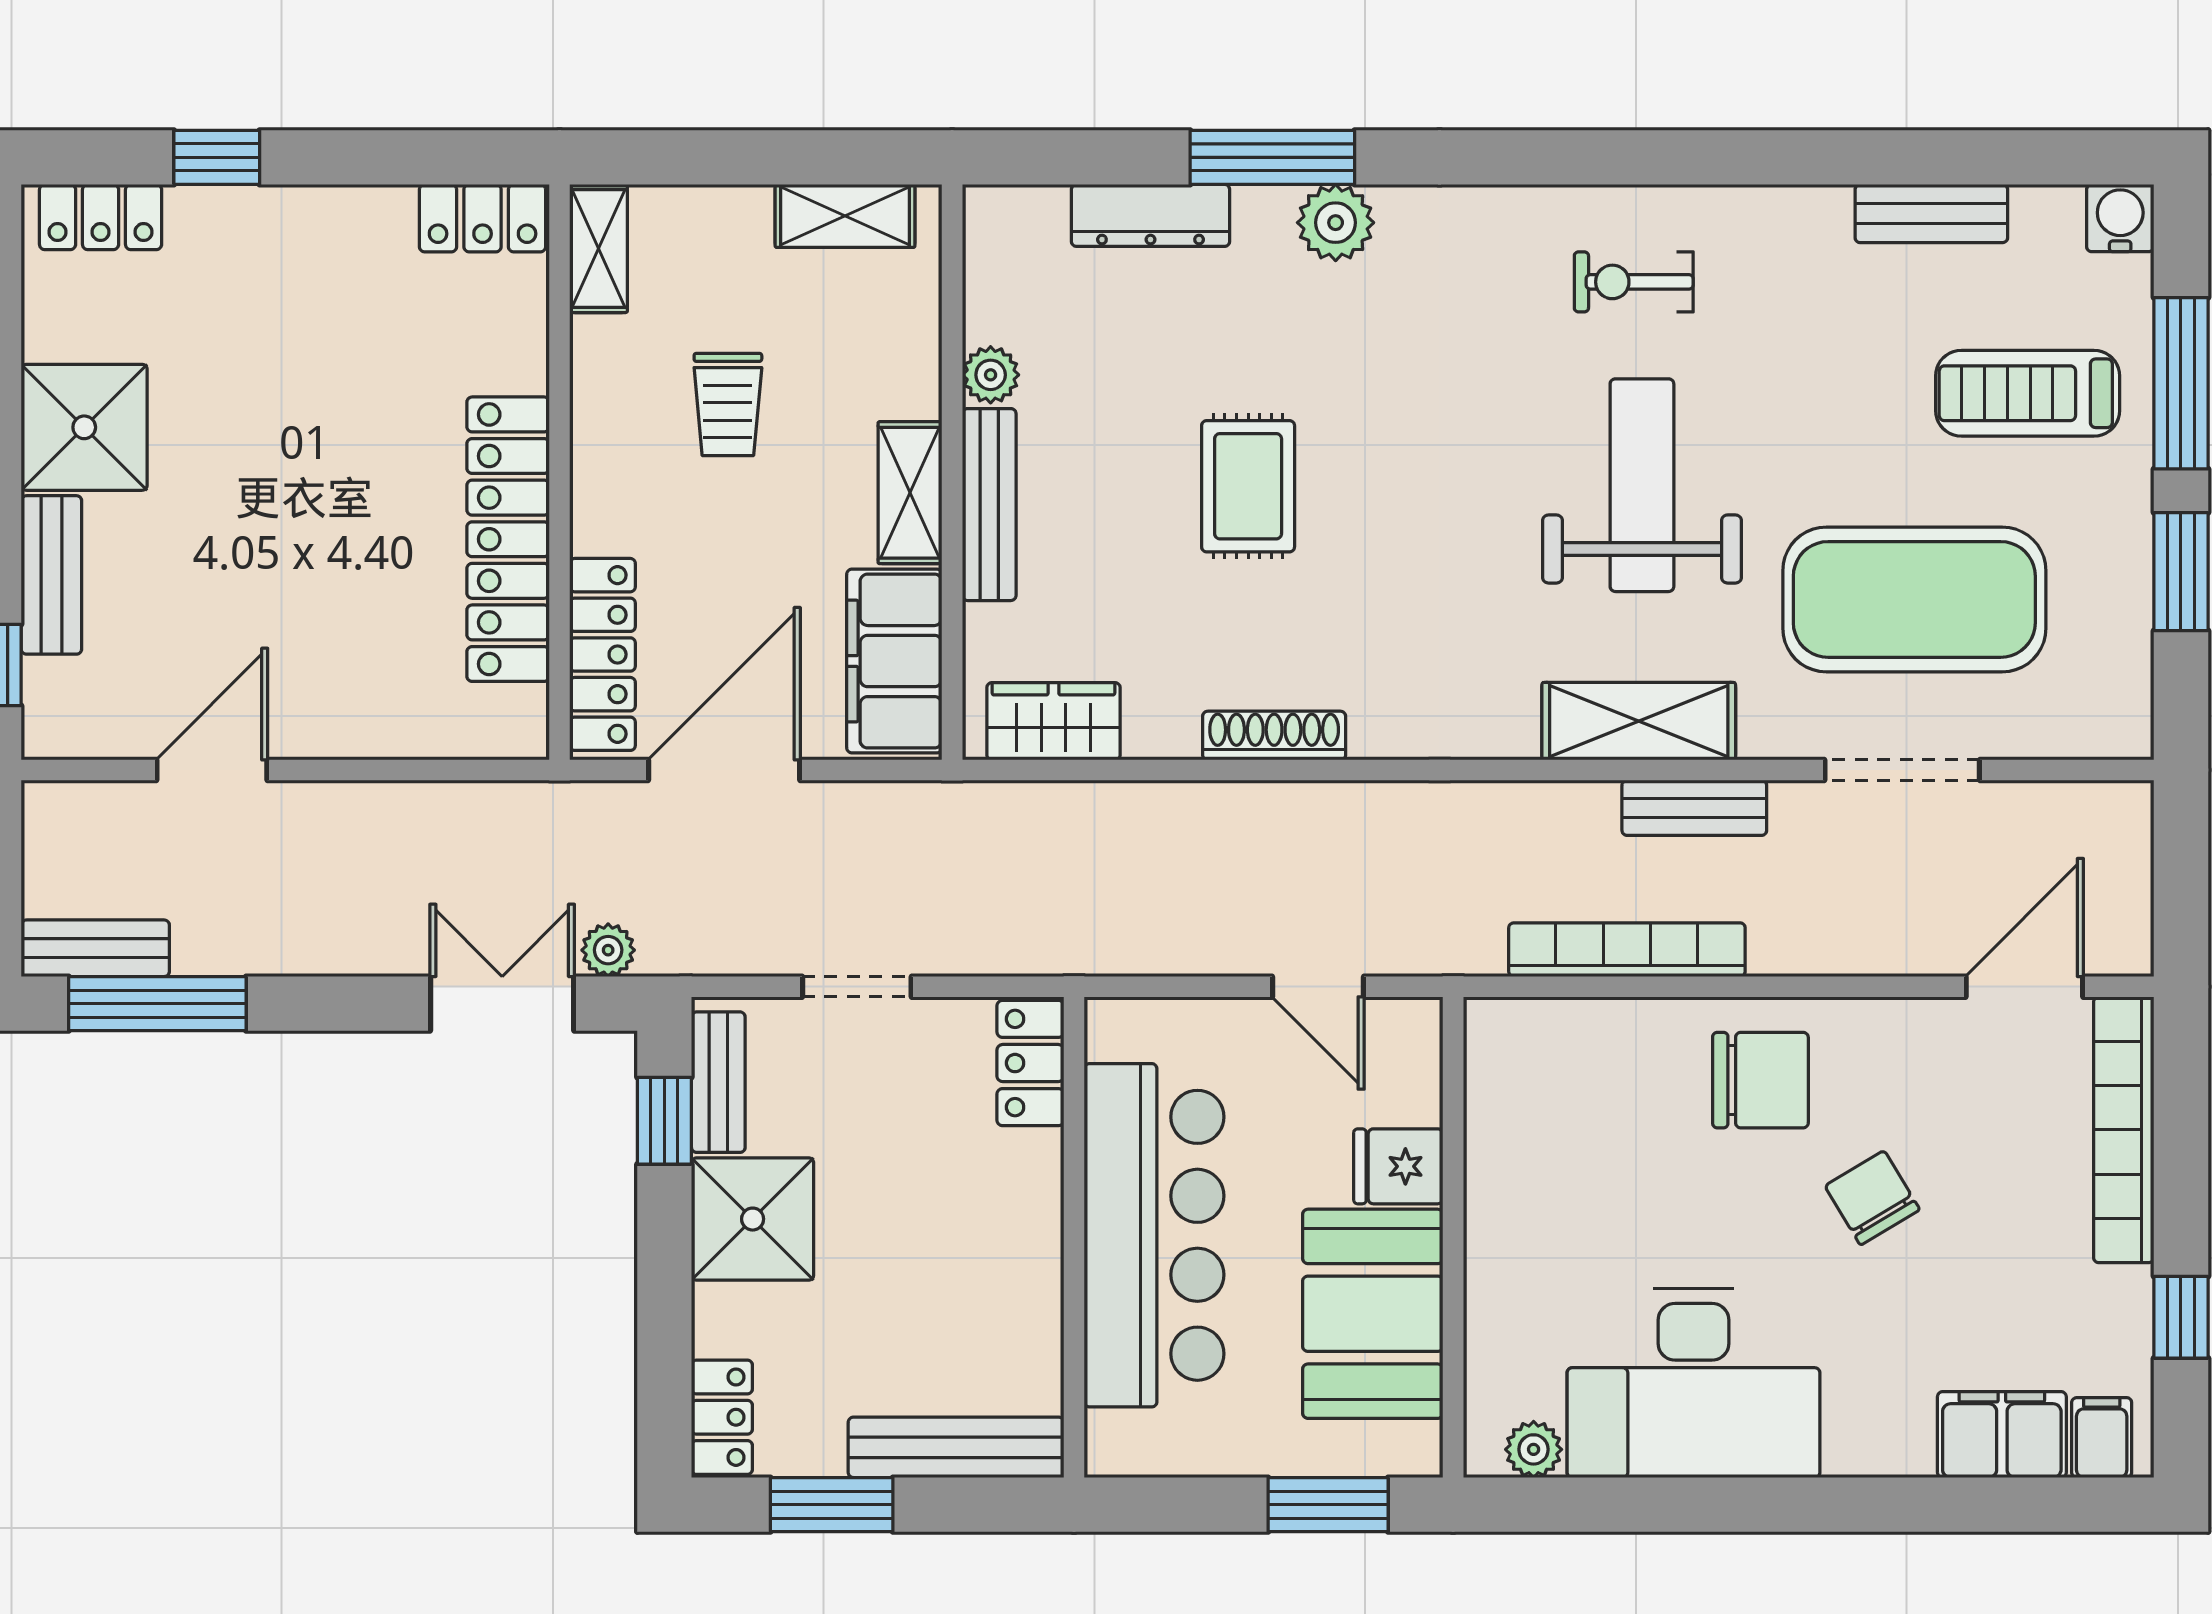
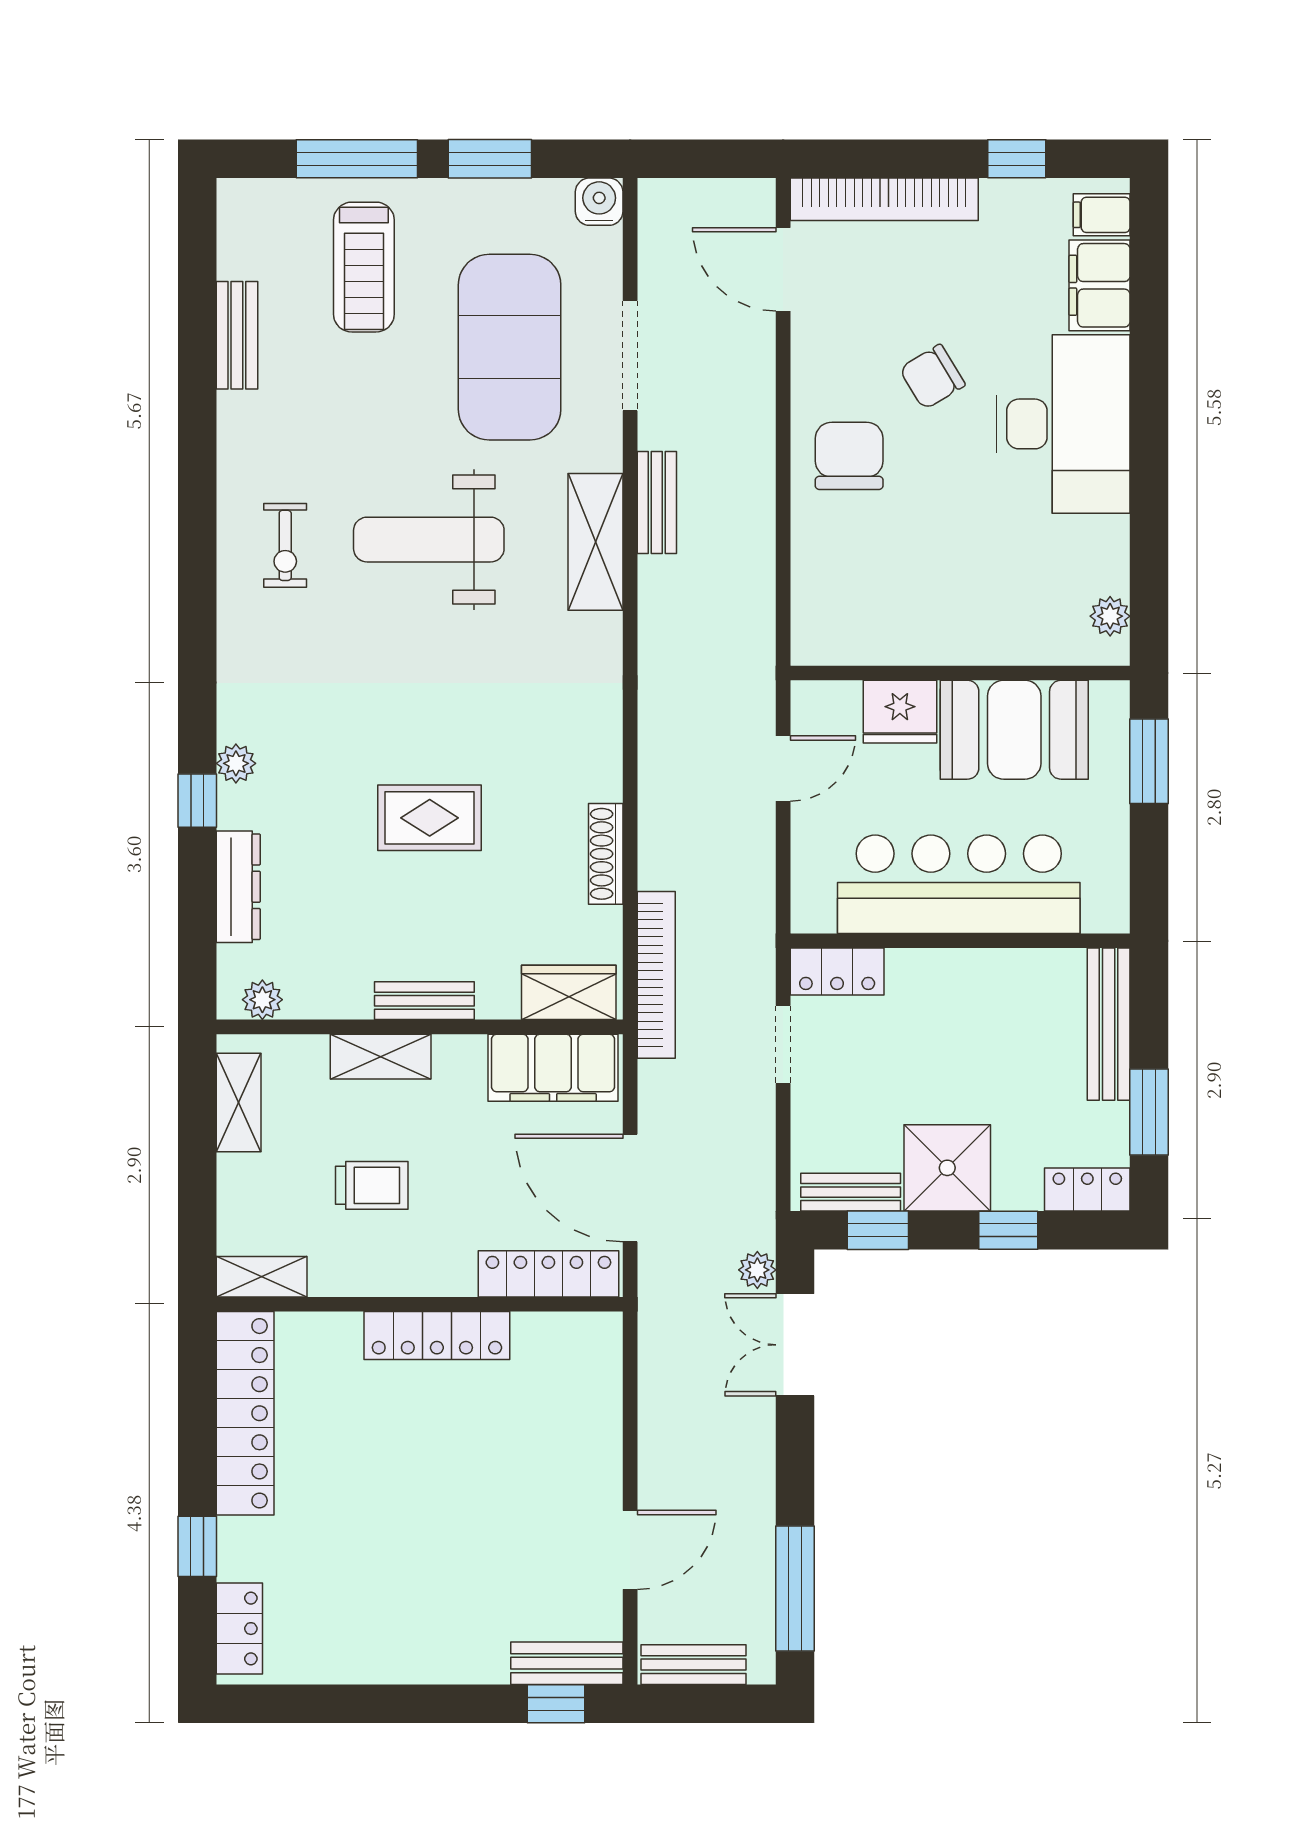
window: (1272, 157) -> (197, 801), width x0.46
locker: (483, 218) -> (245, 1413), width x2.16, depth x1.21
water cooler: (2120, 218) -> (599, 202), moved, turned 90
plant: (1336, 223) -> (236, 763), width x0.73, depth x0.73
plant: (991, 375) -> (262, 1000), moved
shower: (84, 427) -> (388, 1640), removed
shelving: (910, 493) -> (381, 1057), moved
bench: (989, 505) -> (424, 1001), width x0.73
locker: (508, 539) -> (437, 1336), width x0.71, depth x0.83
bench: (51, 575) -> (567, 1663), moved
wardrobe: (1053, 721) -> (569, 992), moved, turned 90
shoe rack: (1274, 736) -> (606, 854), moved
door: (212, 770) -> (630, 1550), swing flipped
bench: (95, 948) -> (693, 1665), moved, turned 90
bookcase: (1627, 950) -> (656, 975), moved, turned 180
doorway: (857, 987) -> (783, 1044), moved
fridge: (1398, 1166) -> (900, 712), width x1.38
window: (664, 1305) -> (1008, 1230), added
desk: (1694, 1383) -> (1063, 424), moved

